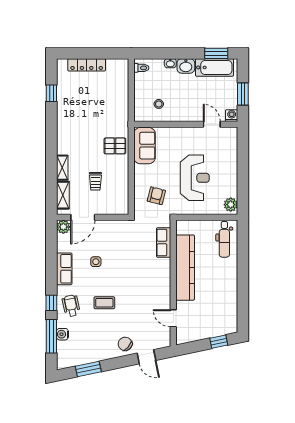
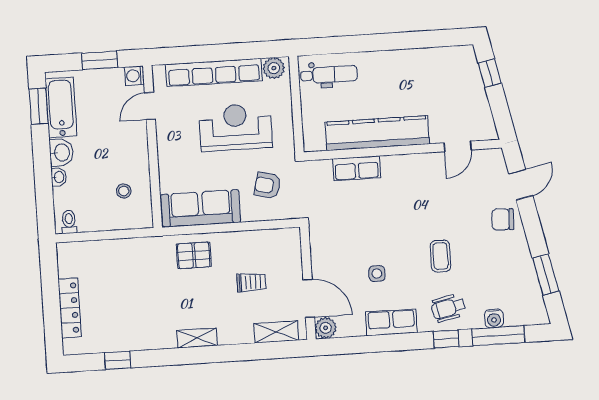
pallet: (115, 146) -> (194, 255), turned 90
sofa: (145, 146) -> (201, 208), width x1.36
row of seats: (230, 166) -> (214, 72), added
shelving: (62, 168) -> (197, 338), moved
row of seats: (164, 243) -> (357, 168), moved
chair: (125, 344) -> (503, 219), turned 50

